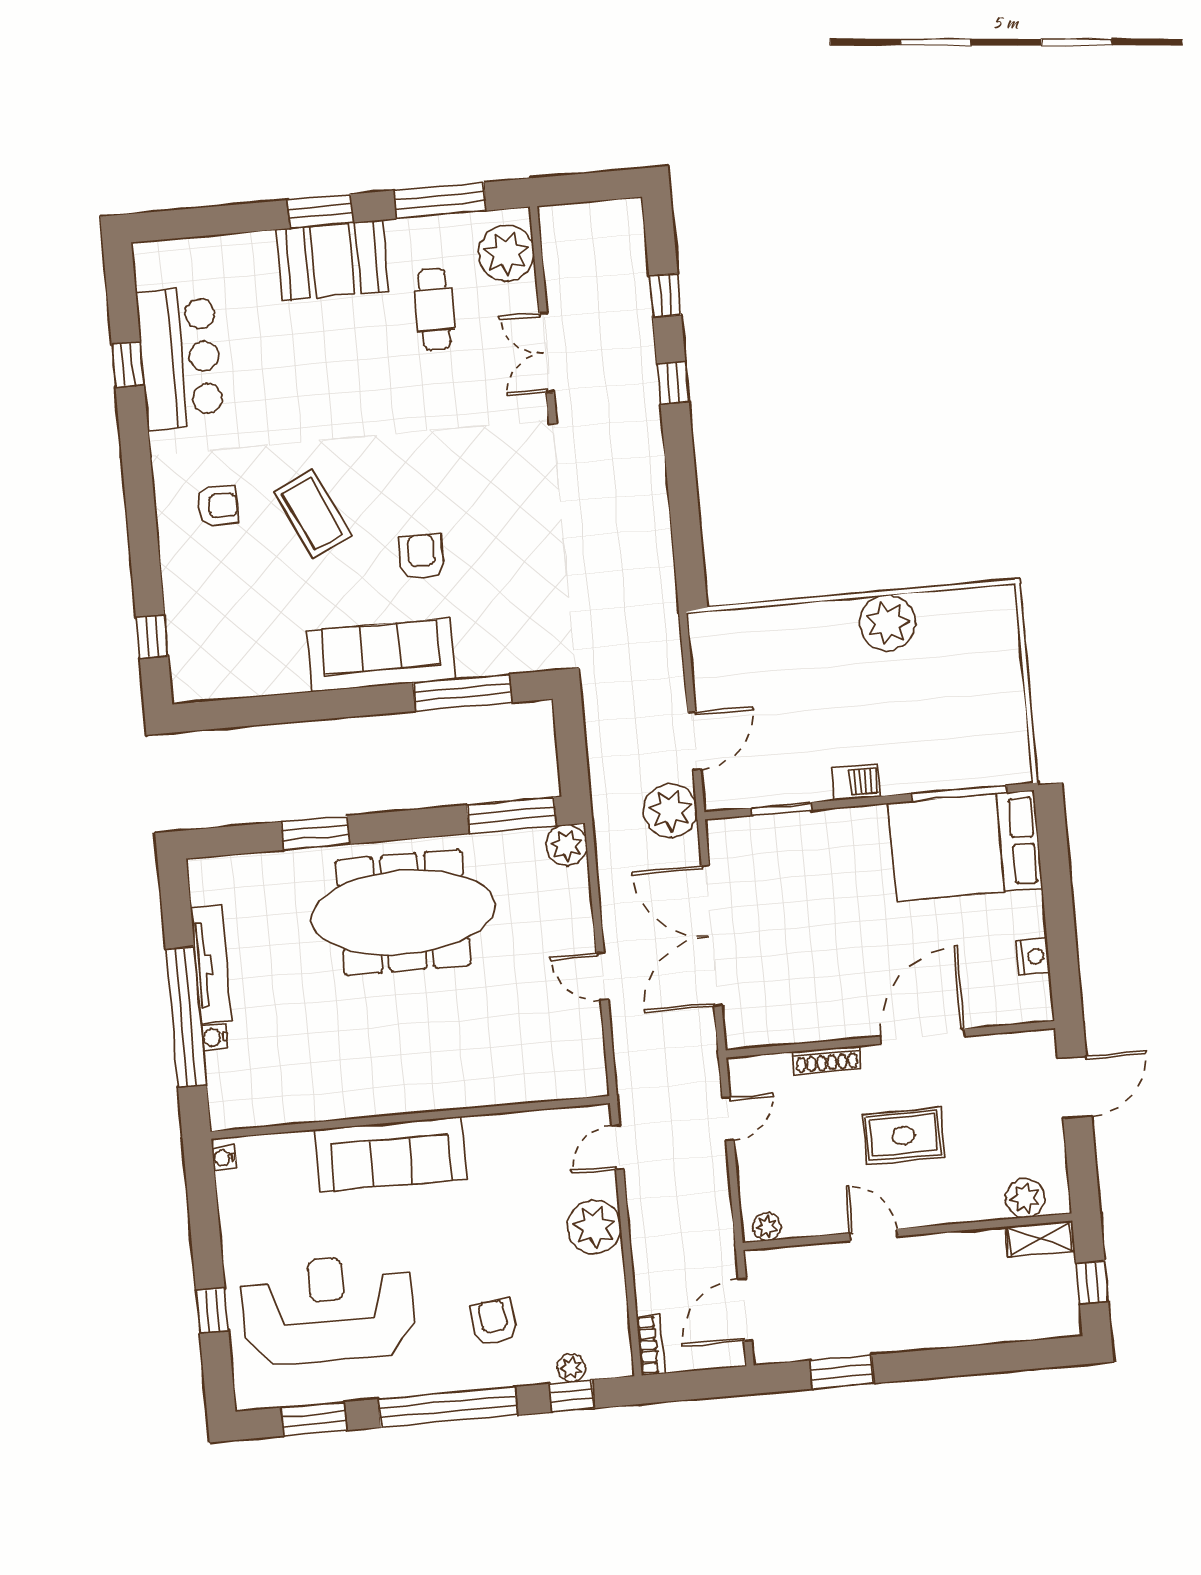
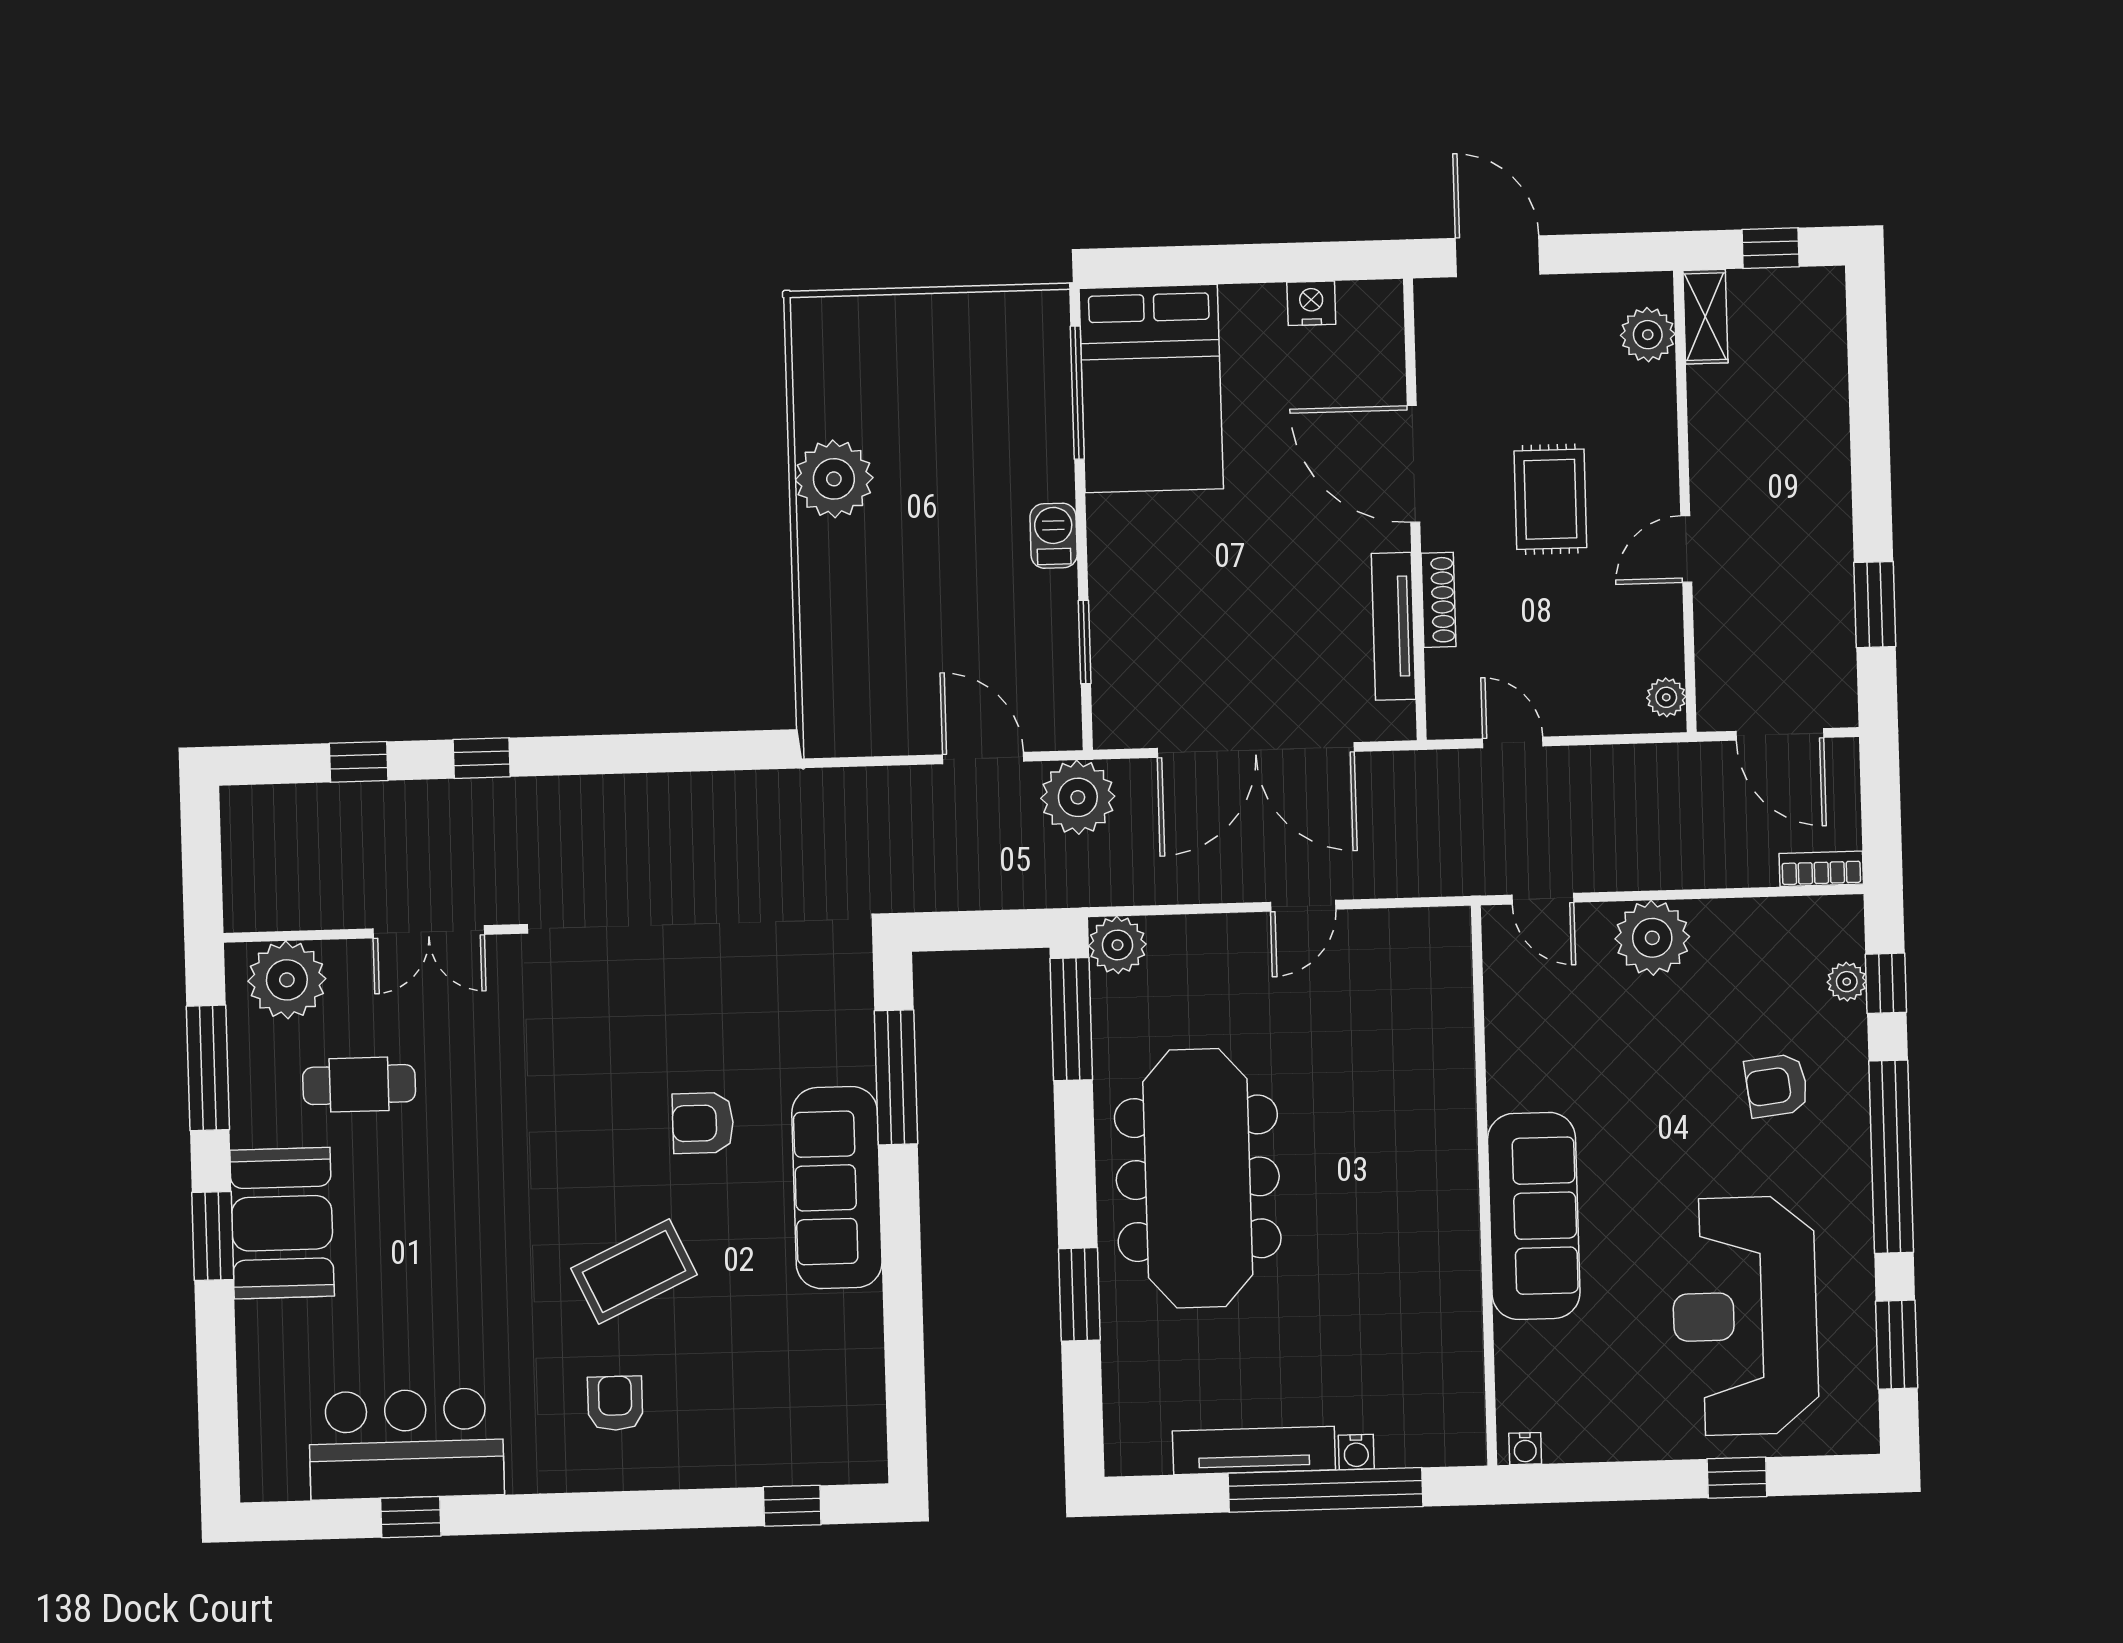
tv unit: (806, 1029) -> (1393, 626), added

